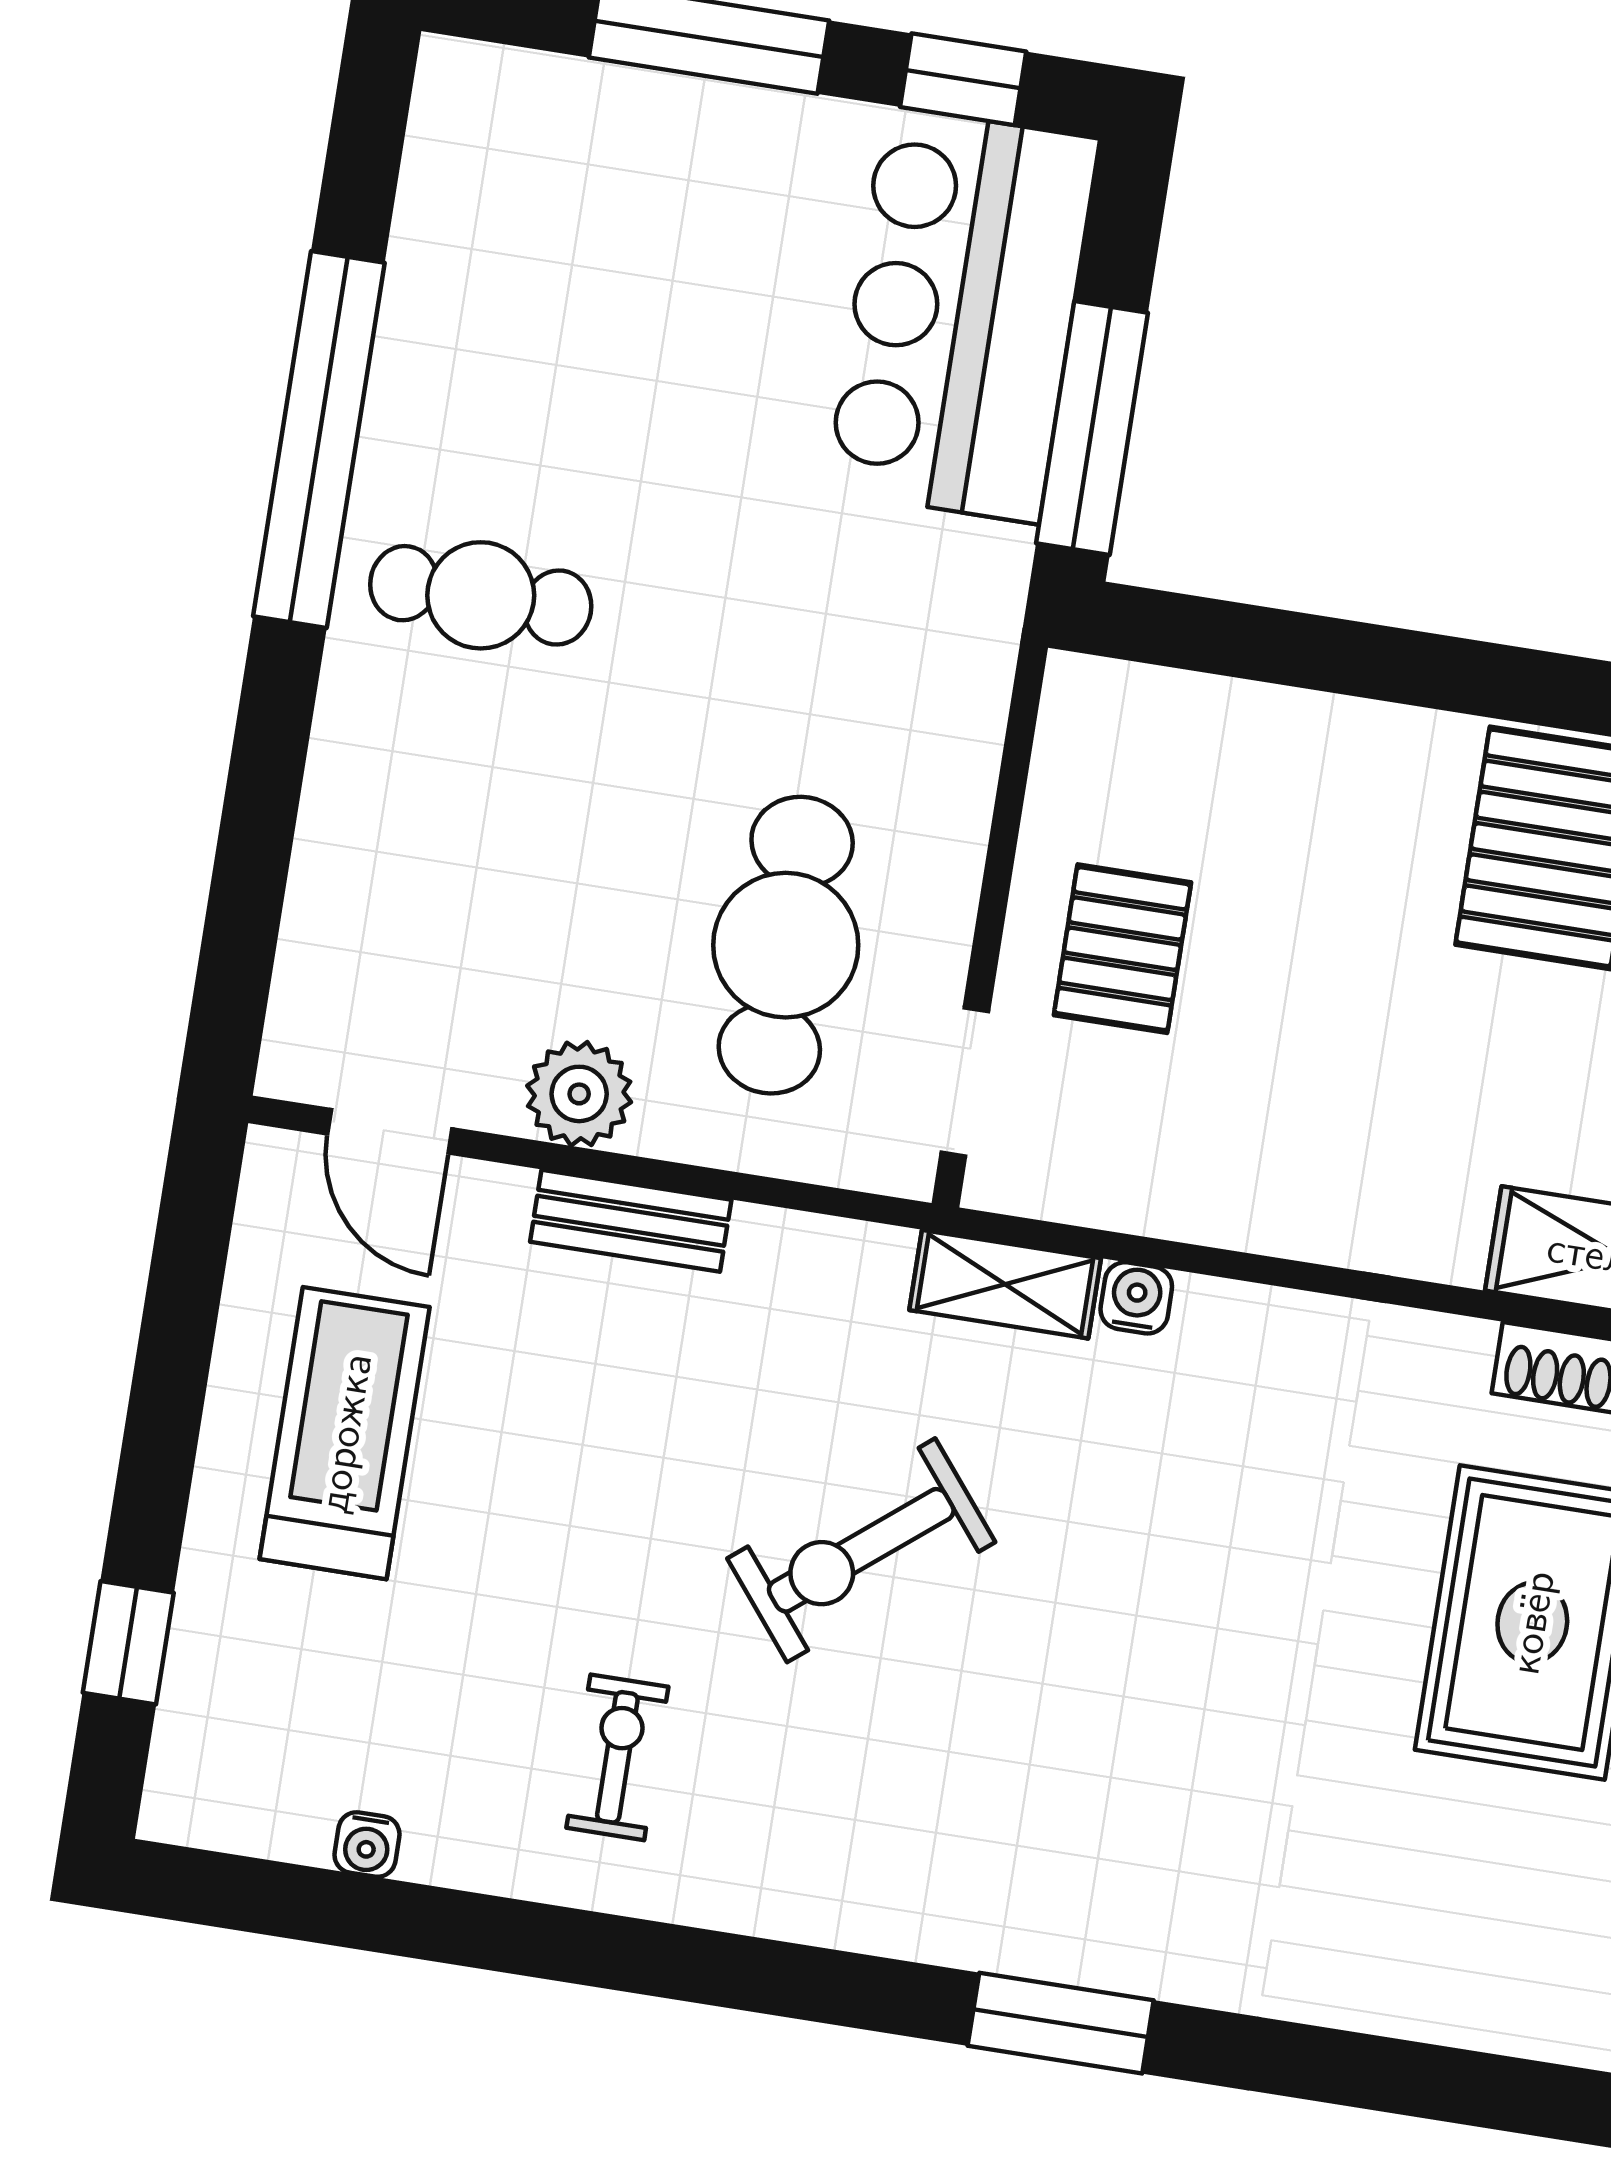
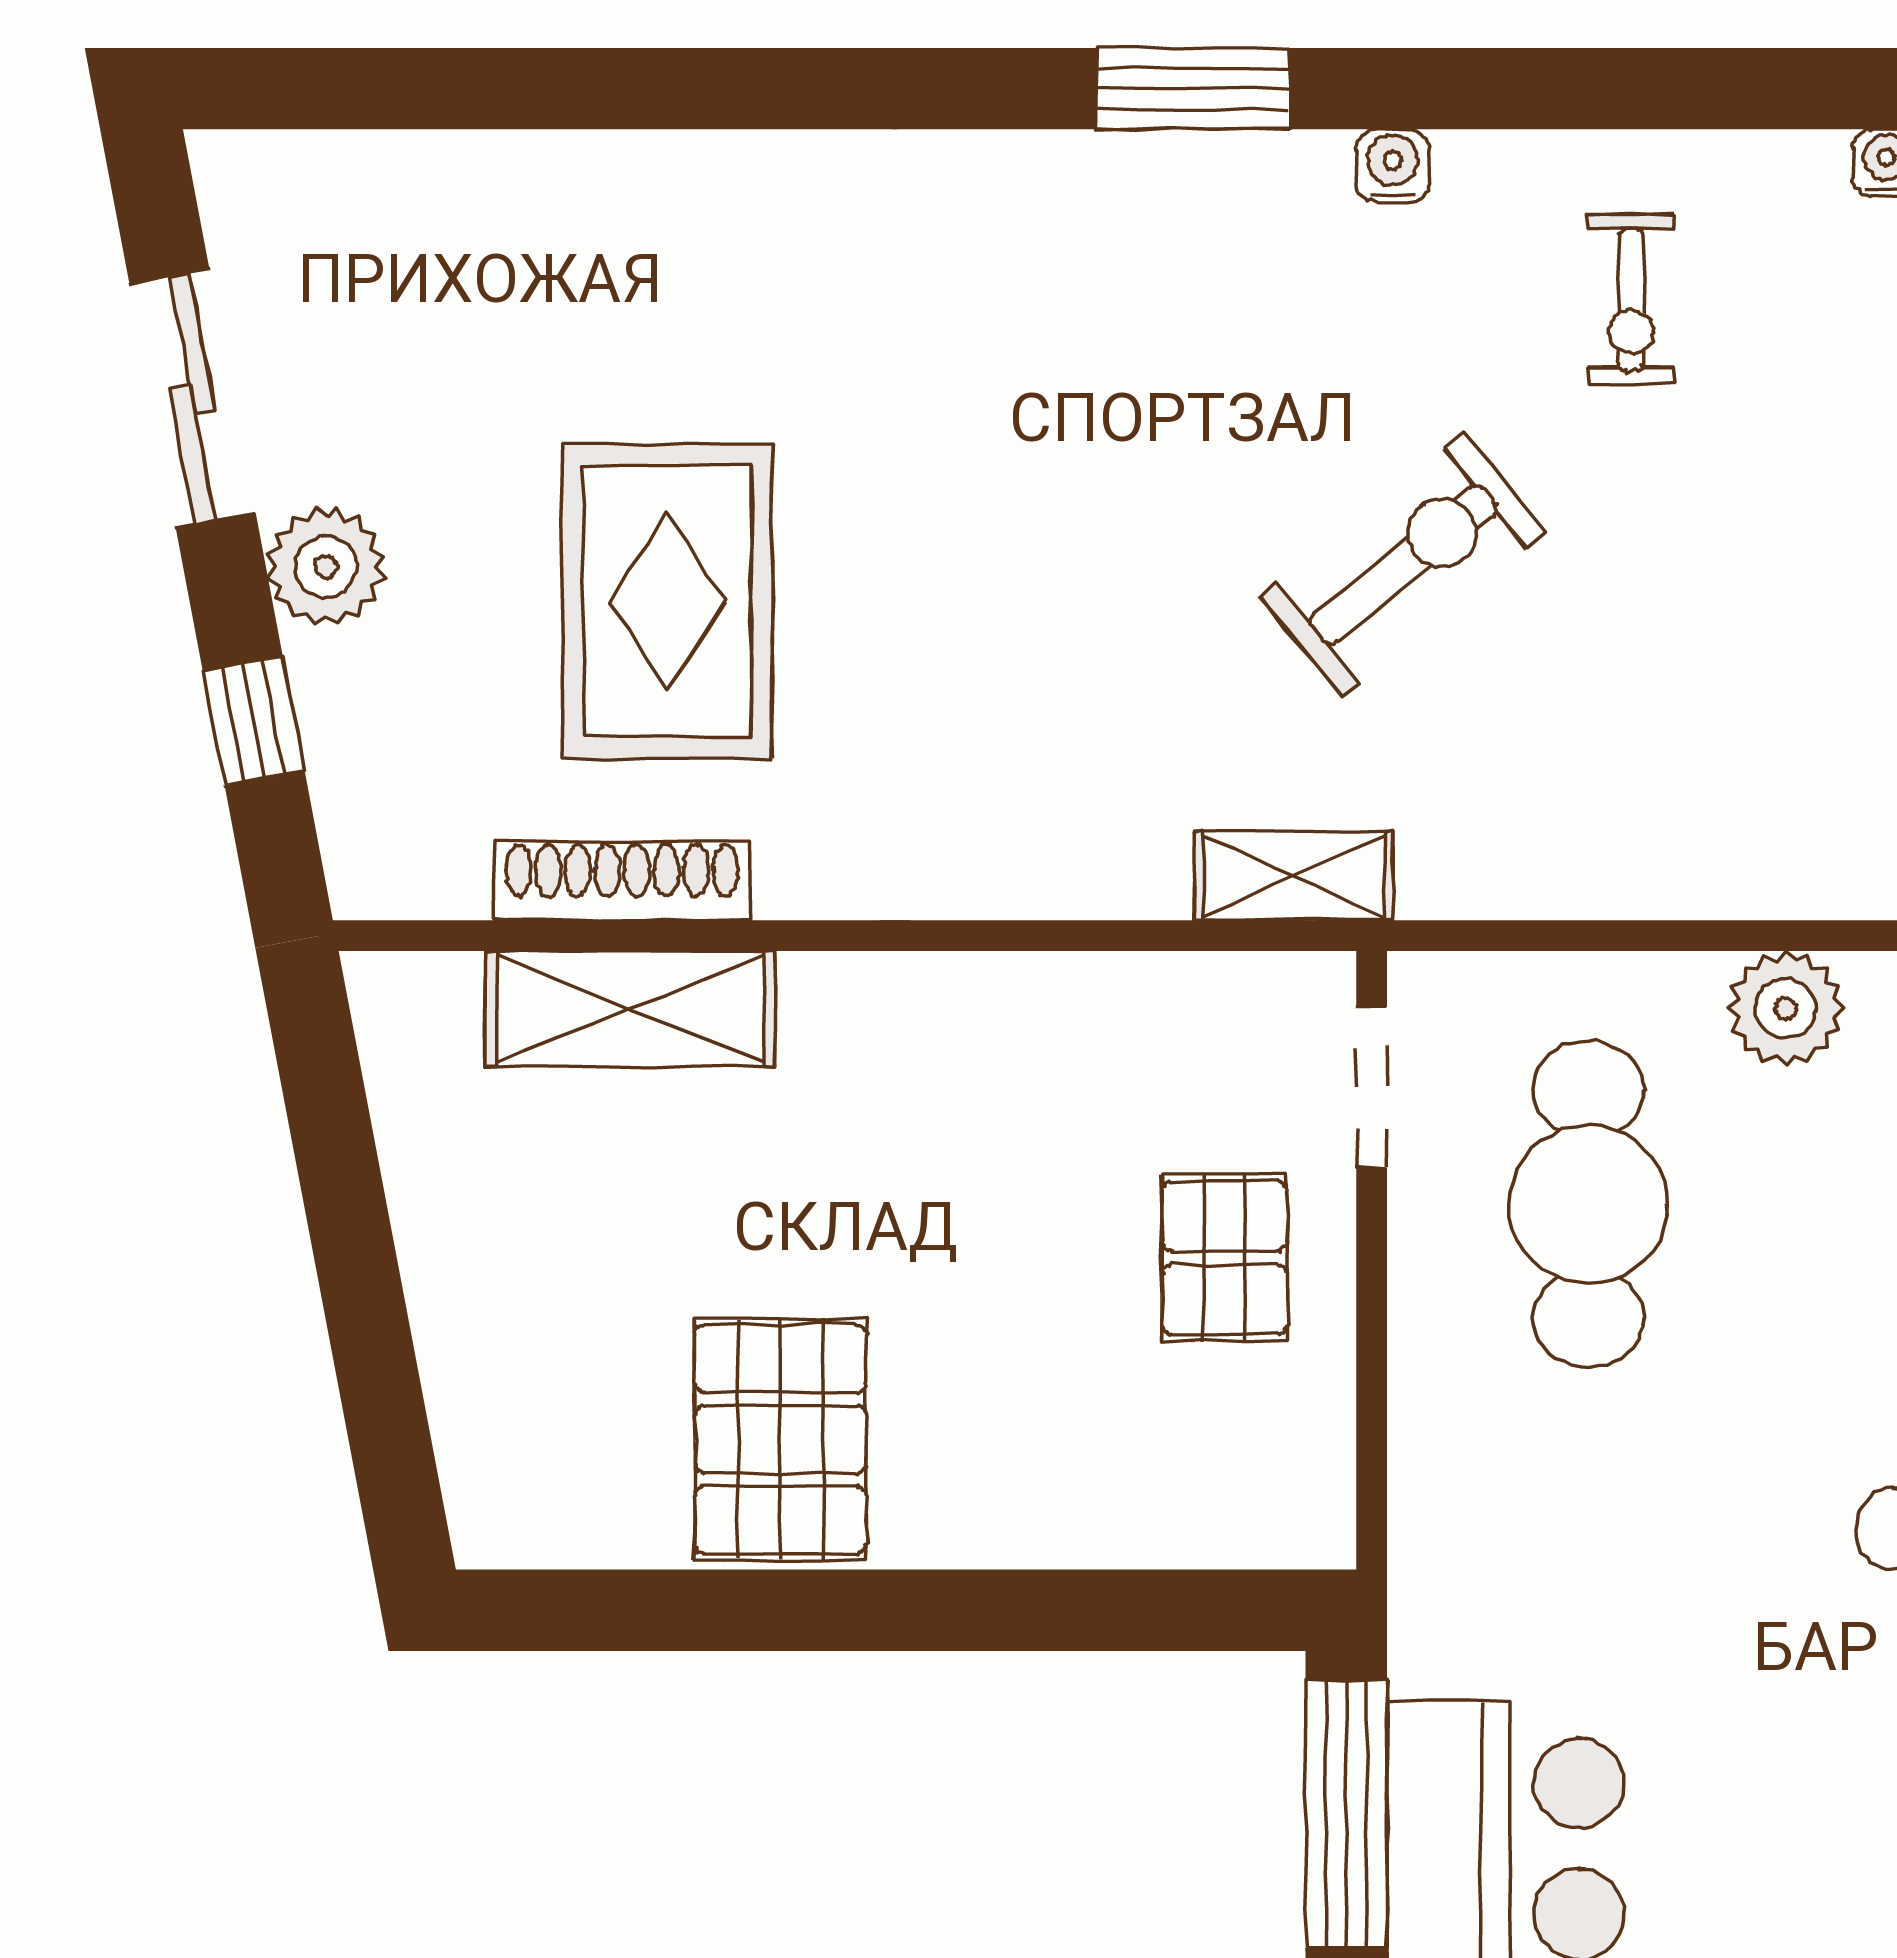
bench: (631, 1221) -> (1708, 880), removed
water cooler: (1136, 1298) -> (1393, 166), moved, turned 180
window: (1061, 2023) -> (1193, 89), moved

